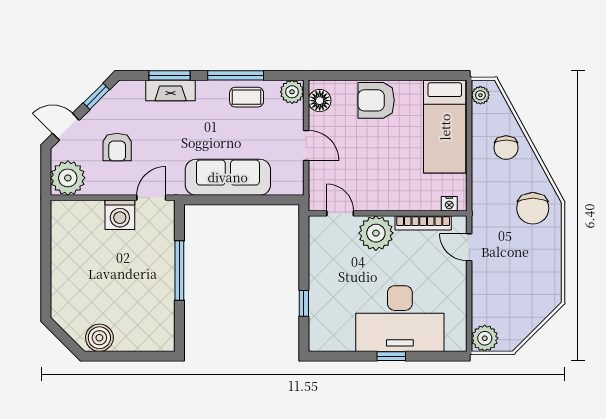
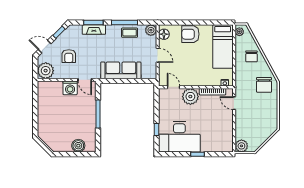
door: (151, 198) -> (85, 80), swing flipped
desk: (400, 319) -> (179, 137), moved
boiler: (99, 338) -> (78, 146), moved

